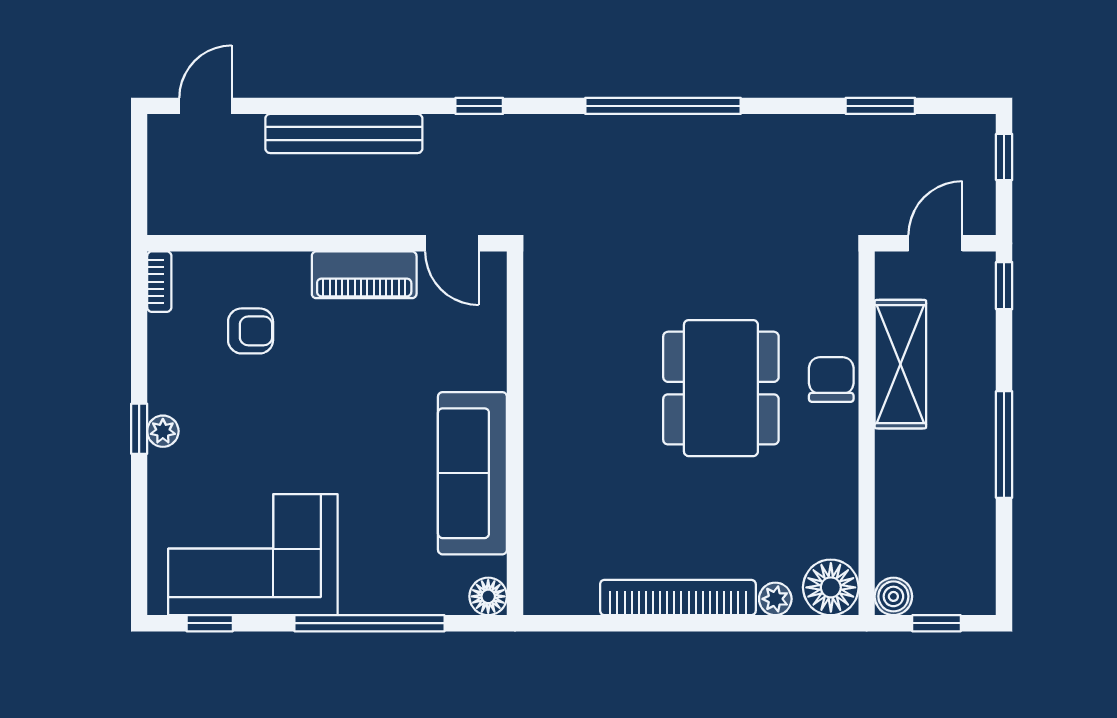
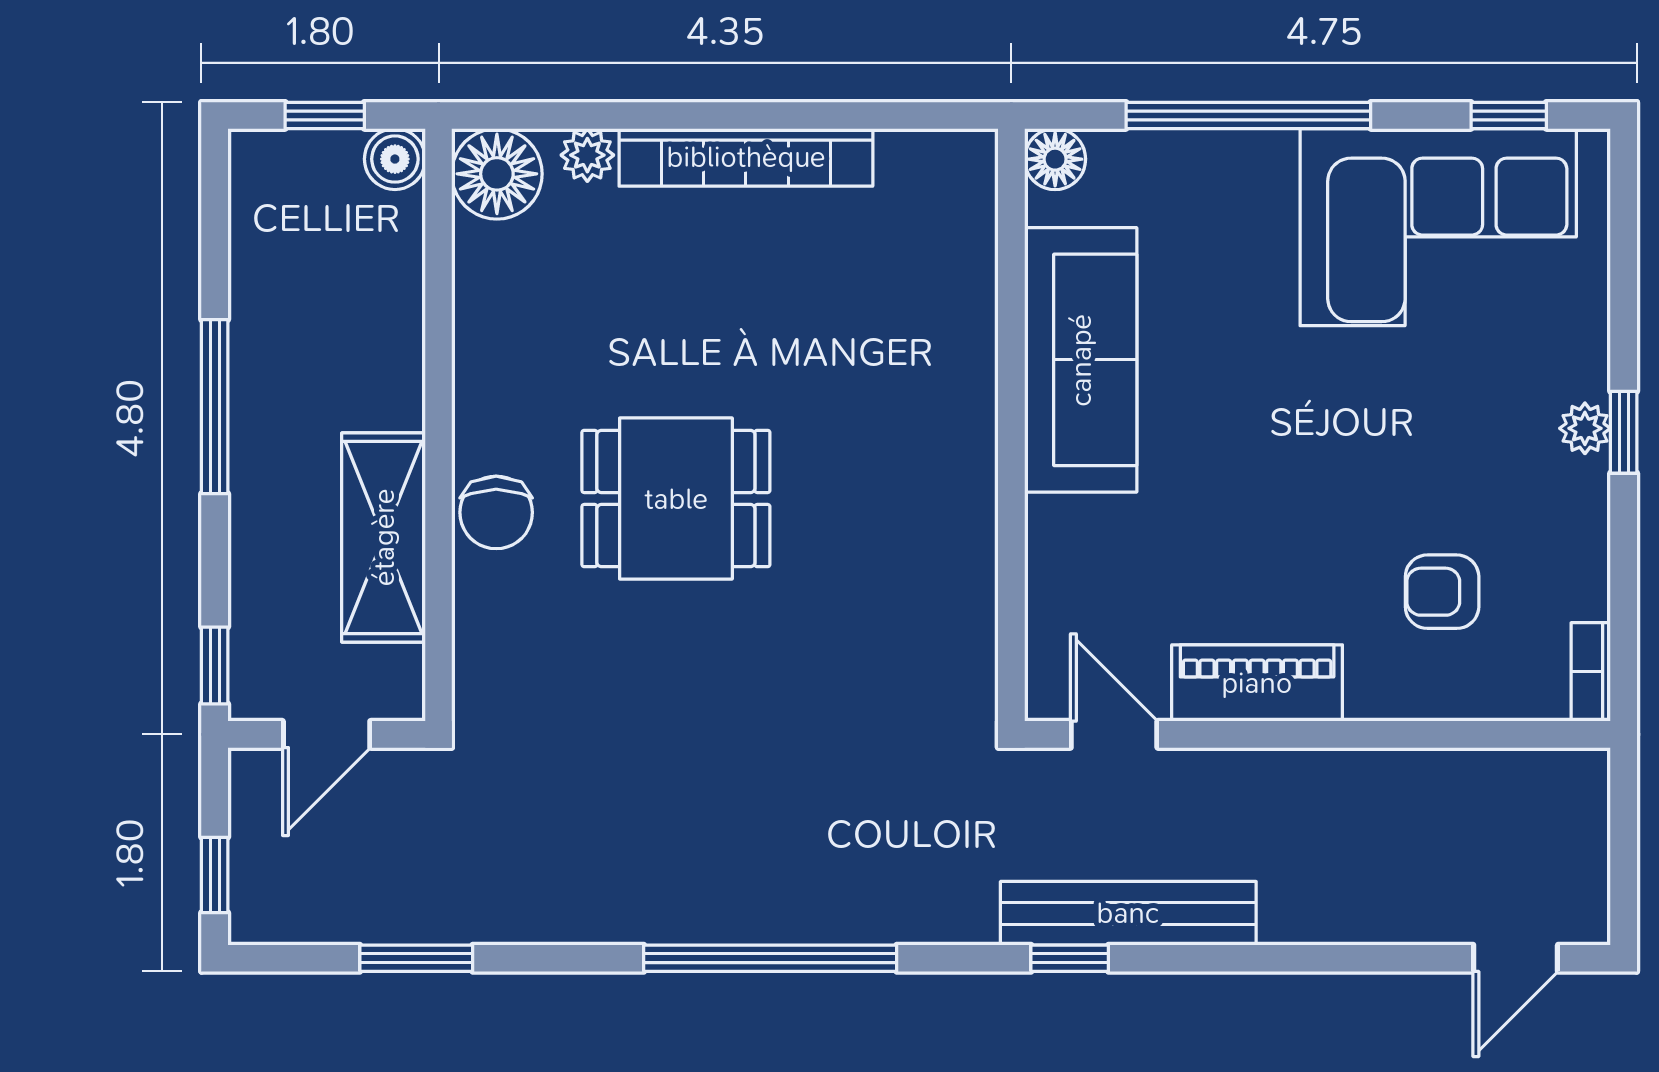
bench: (344, 134) -> (1128, 913), moved
dining table: (721, 388) -> (676, 499), width x0.73

